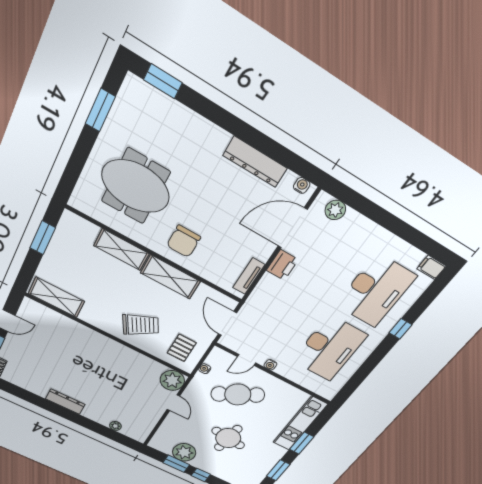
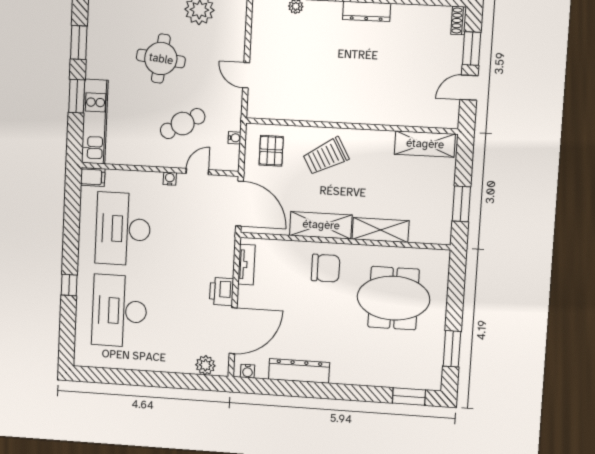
chair: (184, 241) -> (326, 268), turned 90
filing cabinet: (431, 267) -> (93, 177), moved
door: (227, 323) -> (240, 204), width x1.36
plant: (172, 380) -> (261, 104), removed
cafe table: (238, 395) -> (183, 124), width x0.73, depth x0.74

